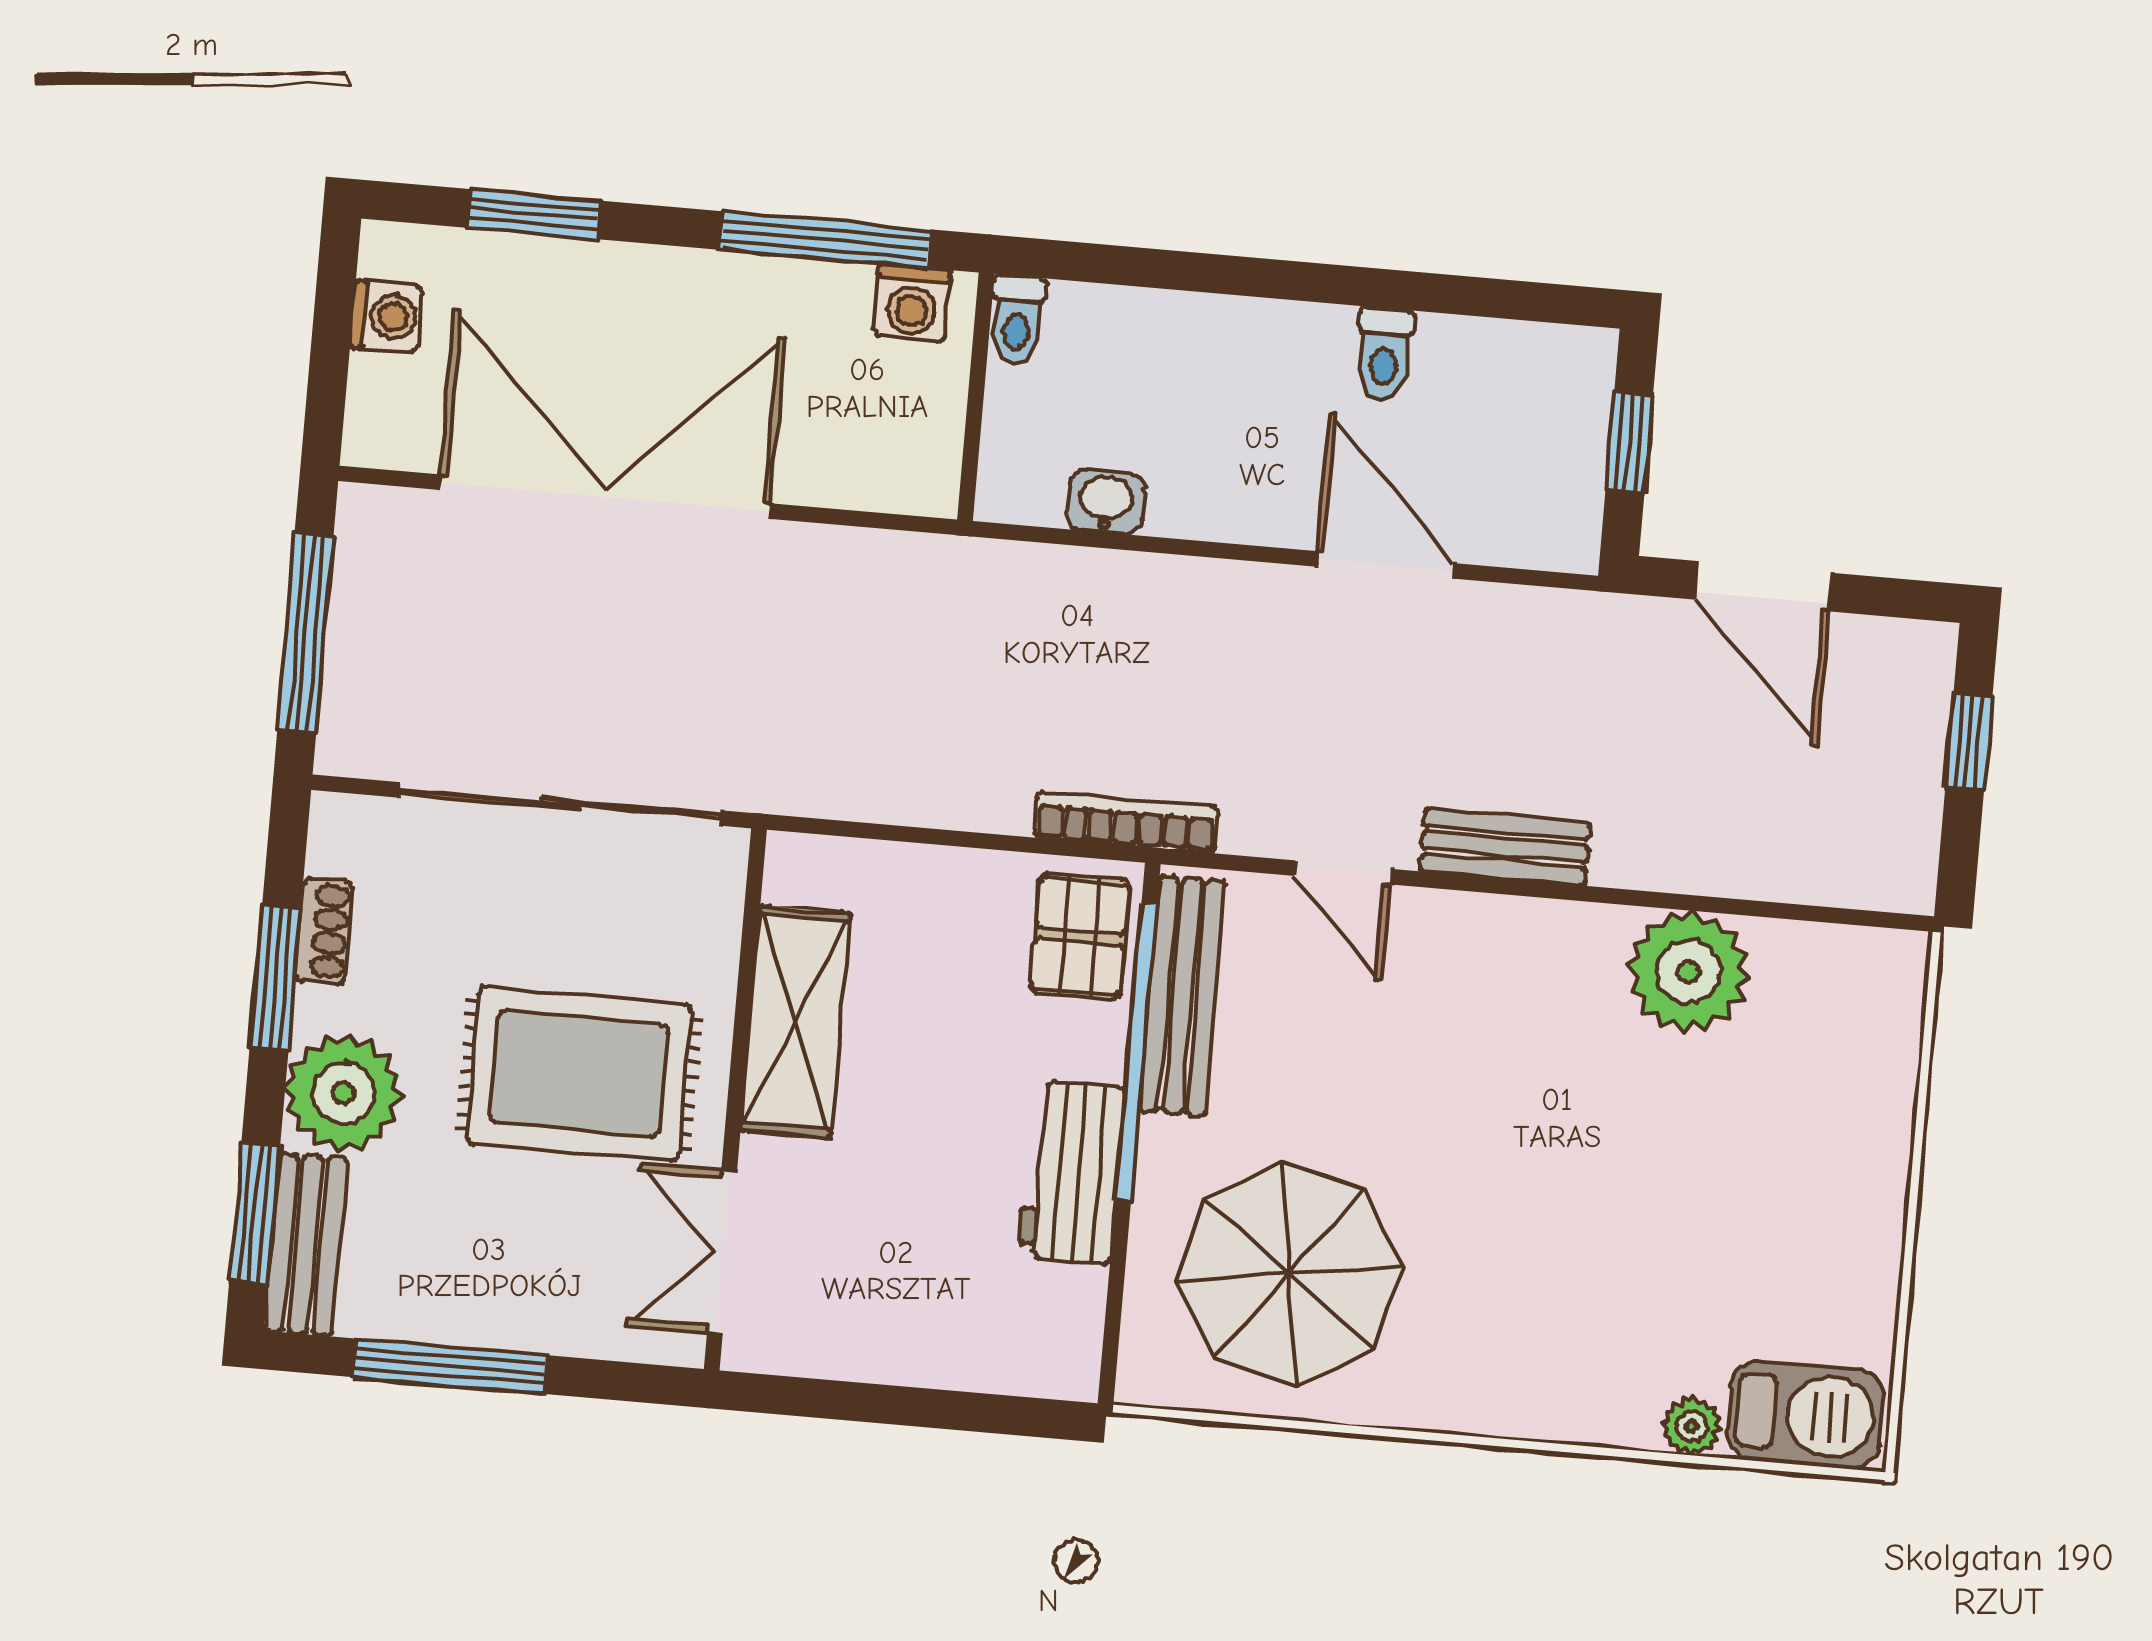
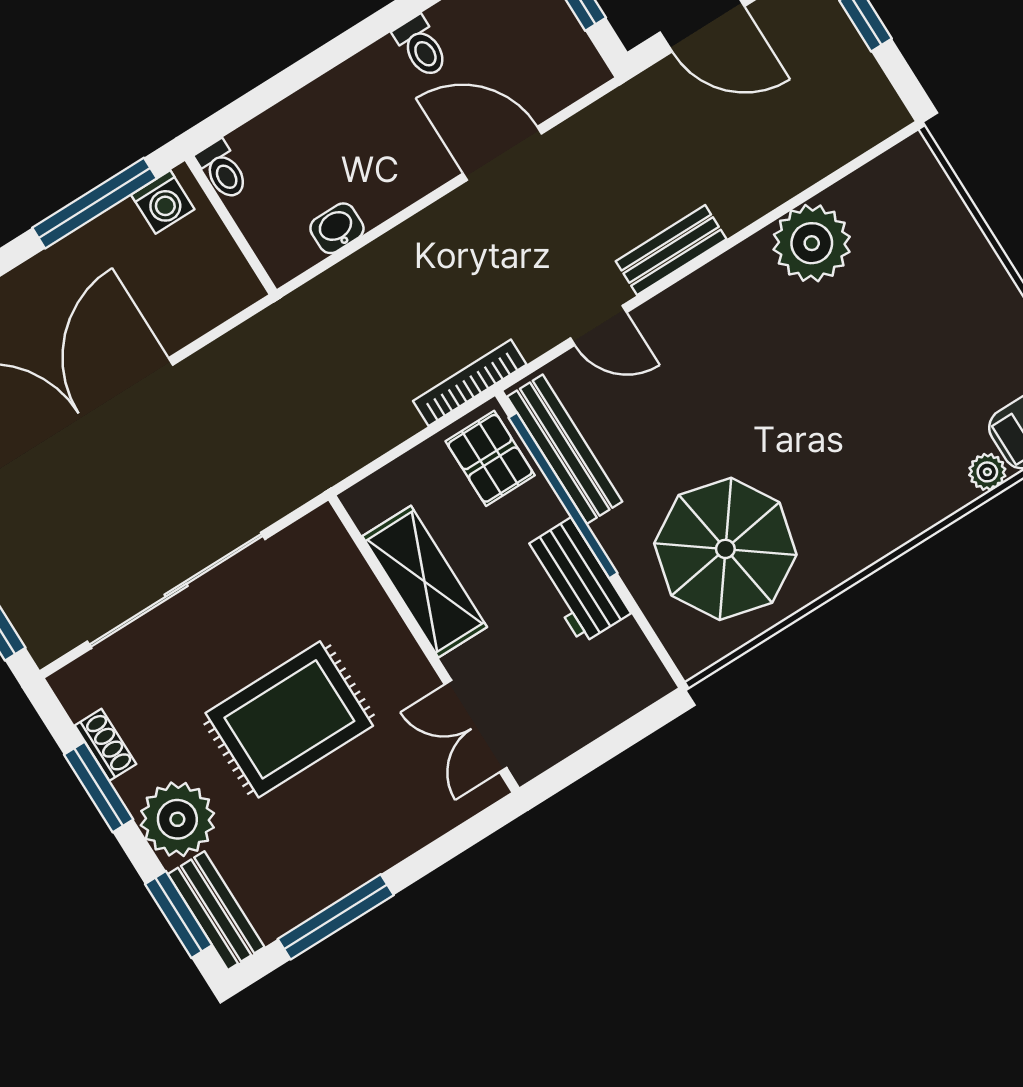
shelving: (795, 1022) -> (425, 582), moved
wall: (735, 1099) -> (424, 644), moved
double door: (722, 1252) -> (476, 726), moved

